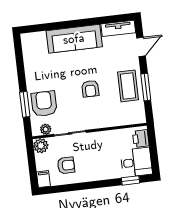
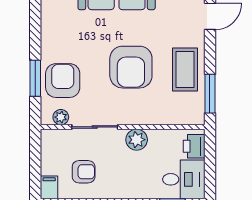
window: (146, 87) -> (210, 94), moved
armchair: (90, 89) -> (131, 67), width x1.88, depth x1.88
plant: (41, 146) -> (137, 140), moved

